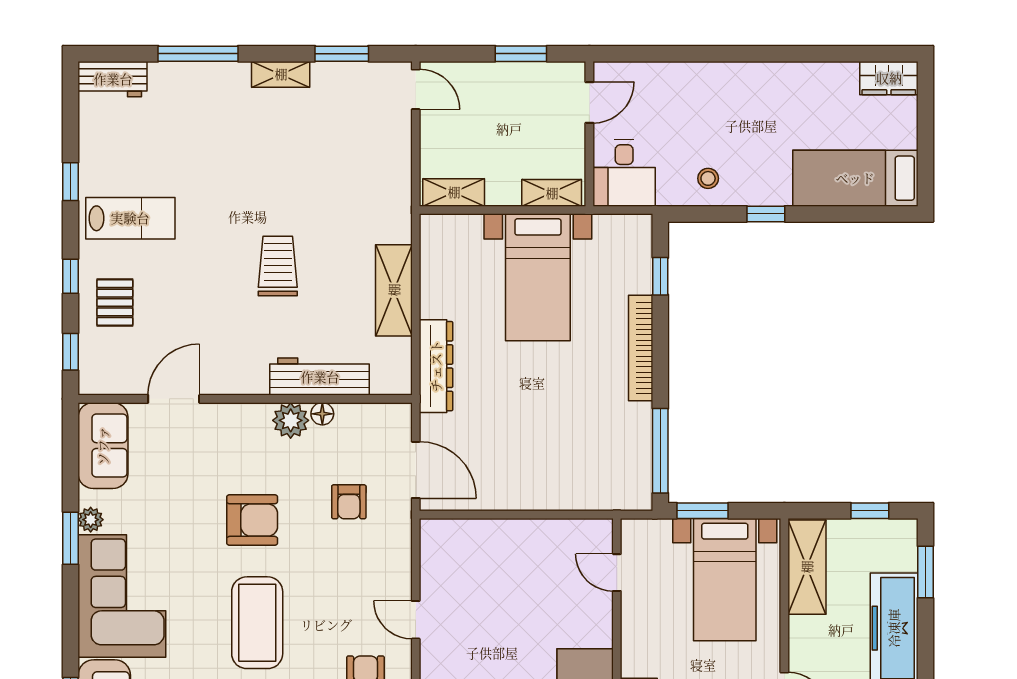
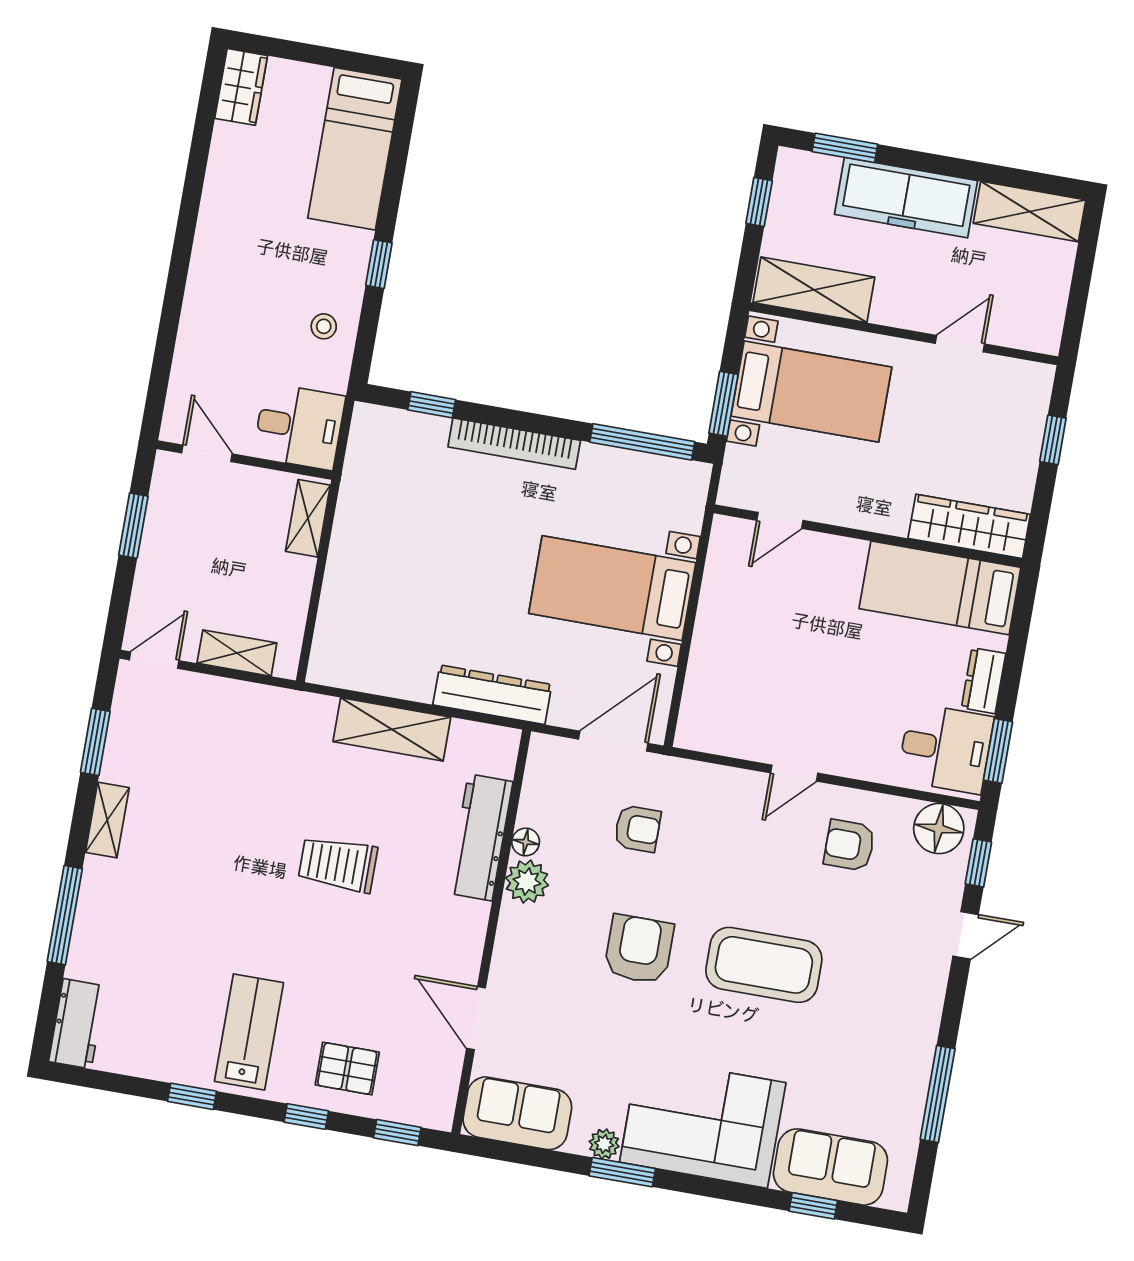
shelving: (454, 192) -> (237, 653), moved, turned 90
bed with nightstands: (538, 277) -> (612, 588), moved, turned 180

